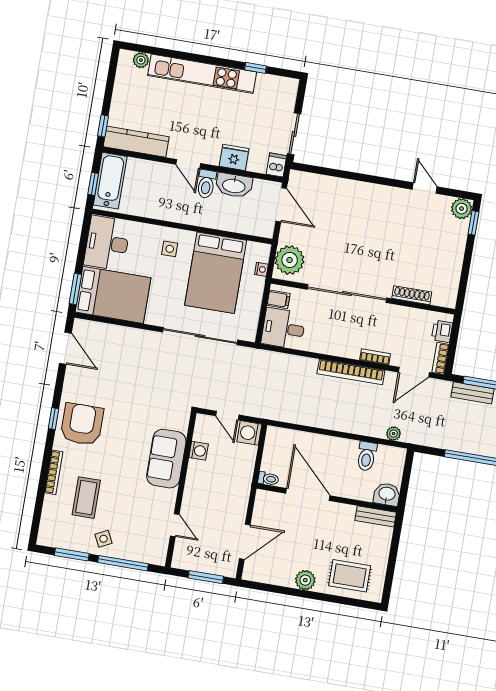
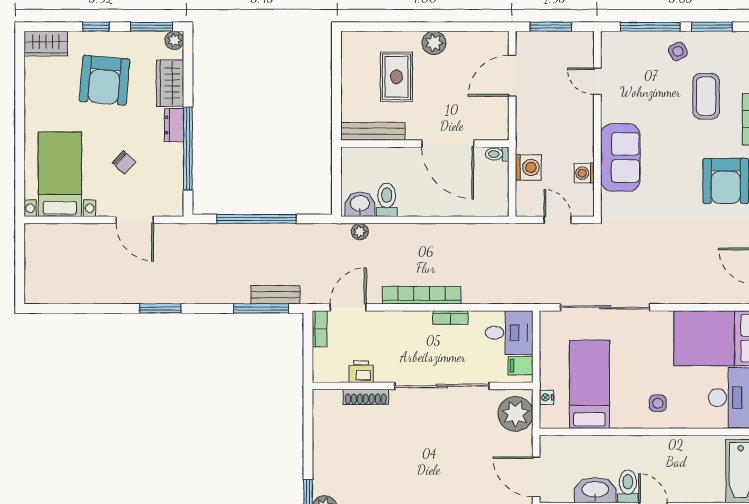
bed: (216, 273) -> (589, 384), width x0.67
printer: (442, 331) -> (361, 372), moved, turned -90
bookcase: (375, 357) -> (450, 318), moved
washing machine: (249, 433) -> (528, 167), moved
washbasin: (387, 494) -> (360, 204), moved, turned 180
bench: (376, 516) -> (373, 131), width x1.36
rug: (350, 576) -> (396, 77), moved, turned 90

